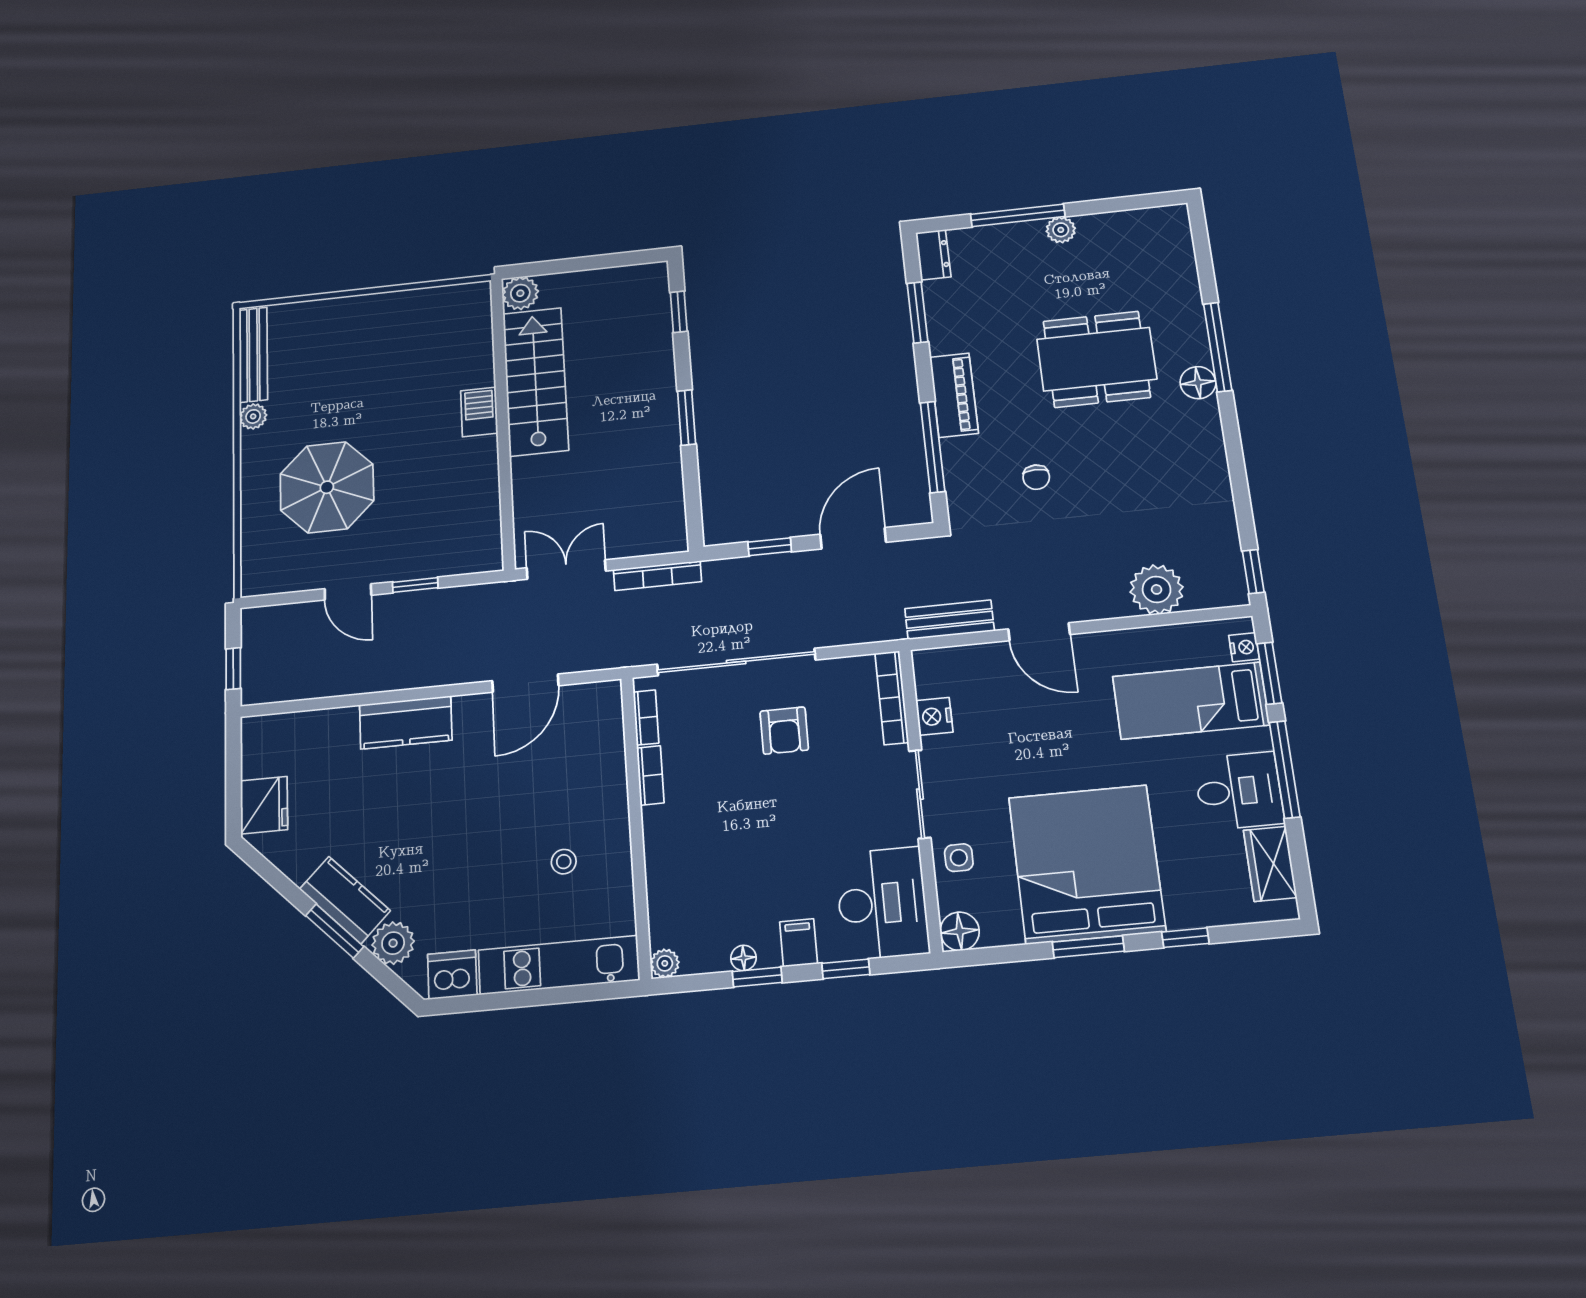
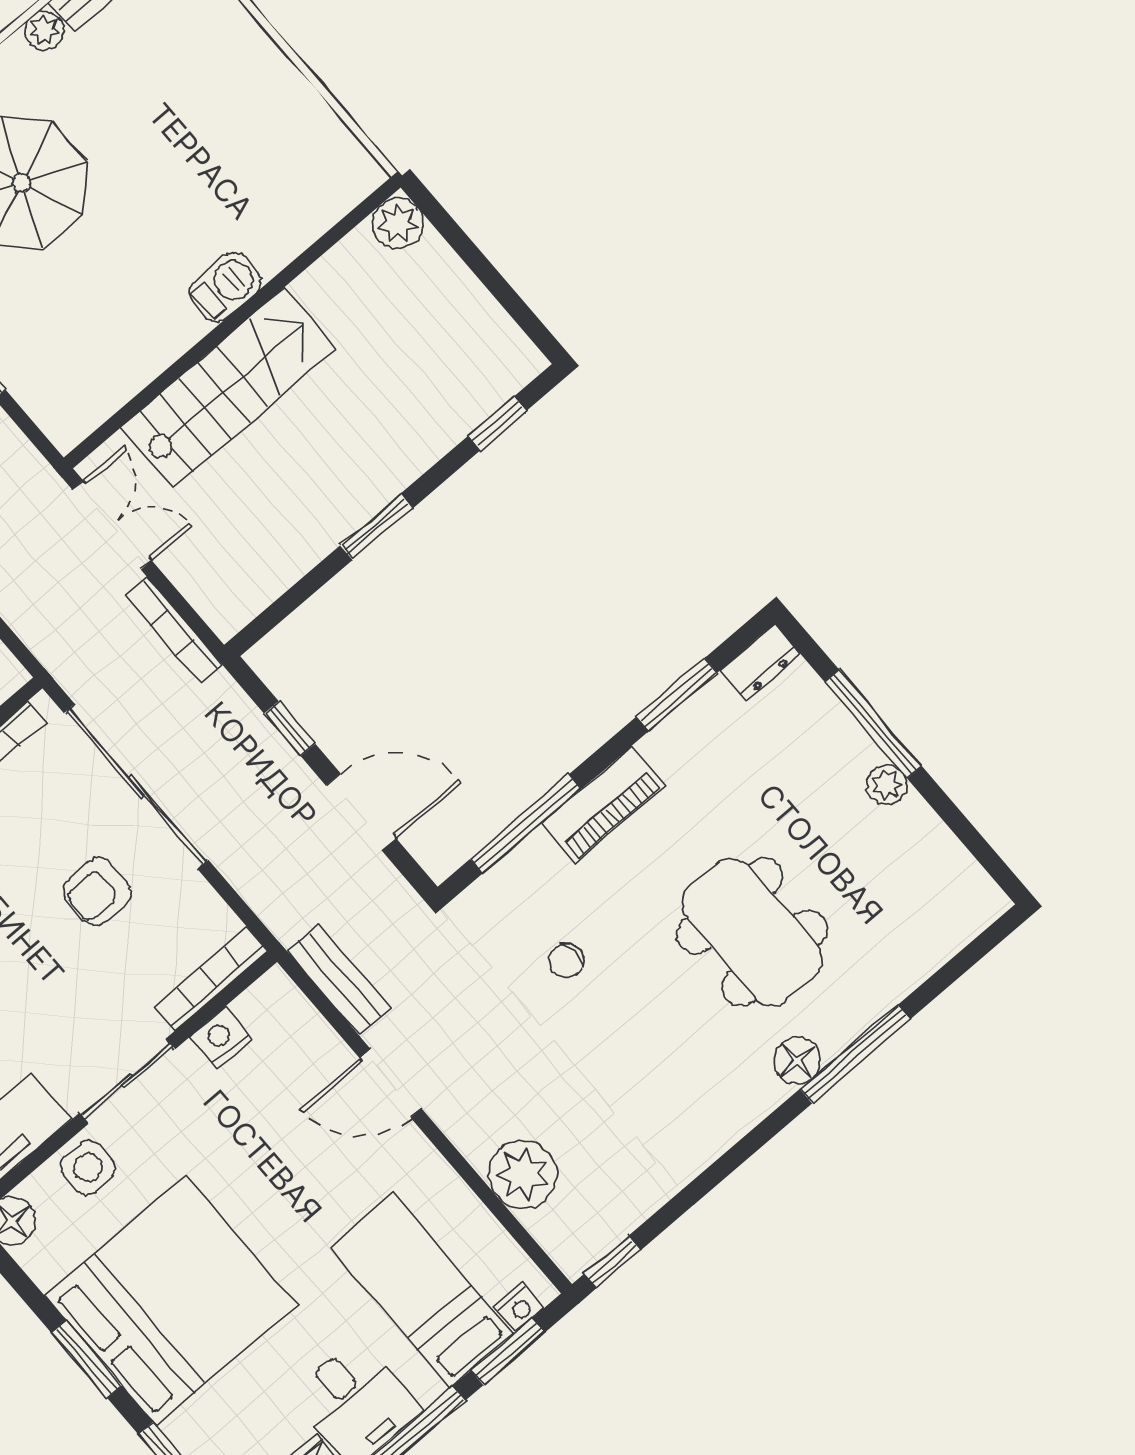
stairs: (536, 381) -> (229, 388), moved
door: (1039, 632) -> (390, 1083), hinge flipped
side table: (959, 858) -> (88, 1167), width x1.37, depth x1.37

